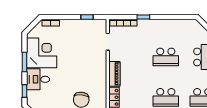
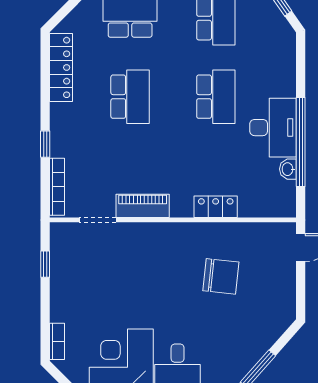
locker: (180, 24) -> (61, 67), added
piano: (114, 74) -> (143, 206), moved

